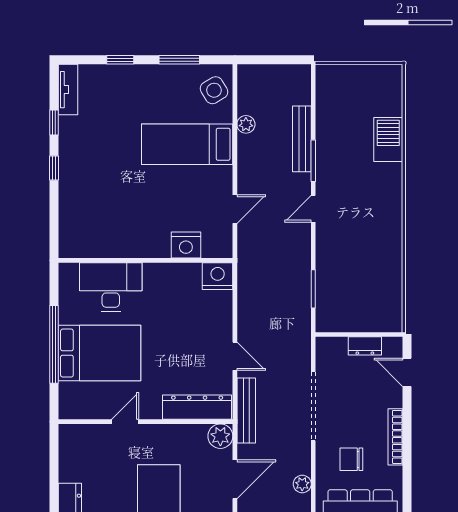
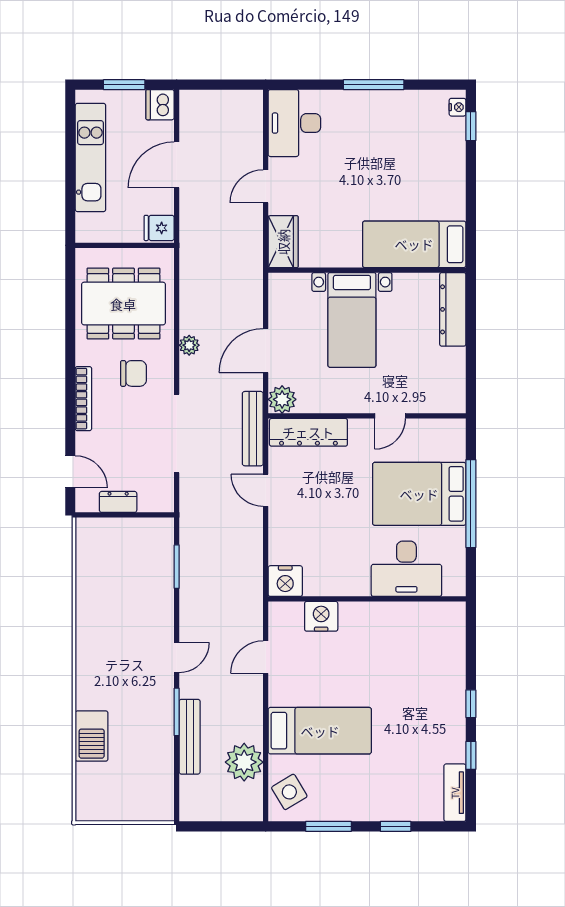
plant: (246, 124) -> (244, 762), width x1.88, depth x1.88

